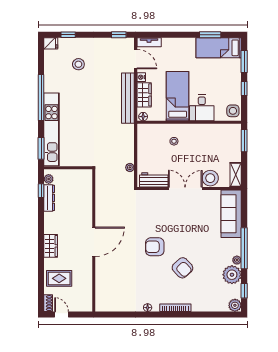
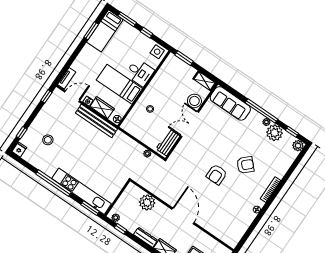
dresser: (49, 198) -> (146, 237), moved
plant: (83, 199) -> (147, 203), added

